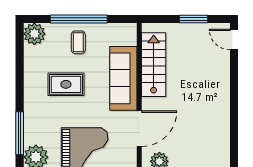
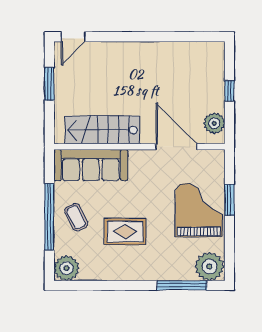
coffee table: (78, 42) -> (76, 217), turned 63
sofa: (123, 78) -> (91, 165), moved
rug: (66, 84) -> (125, 232), turned 90

